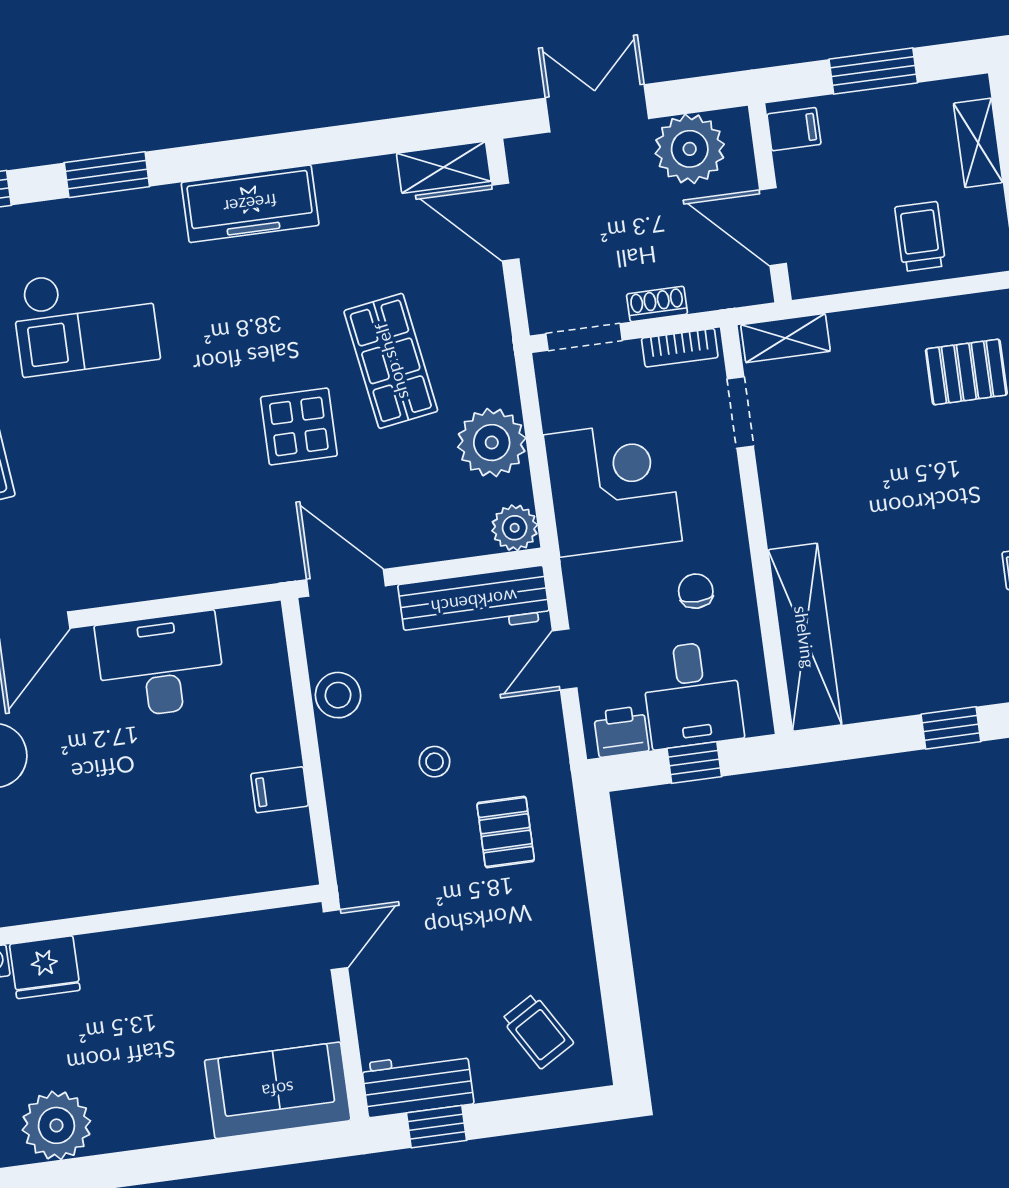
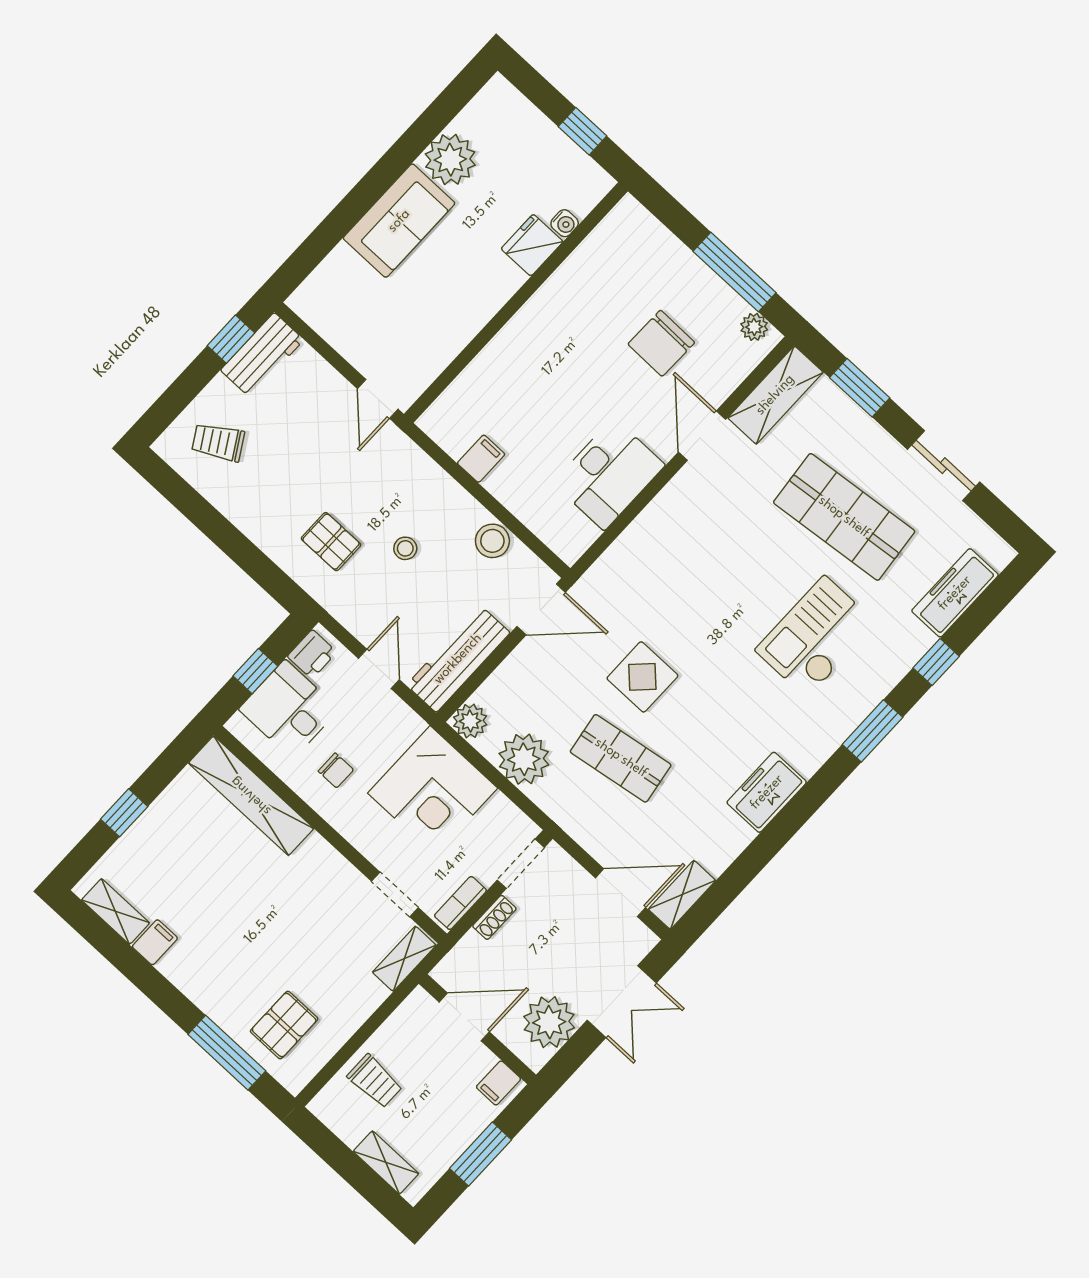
freezer: (250, 204) -> (767, 792), width x0.71
sofa: (278, 1090) -> (399, 221), moved

